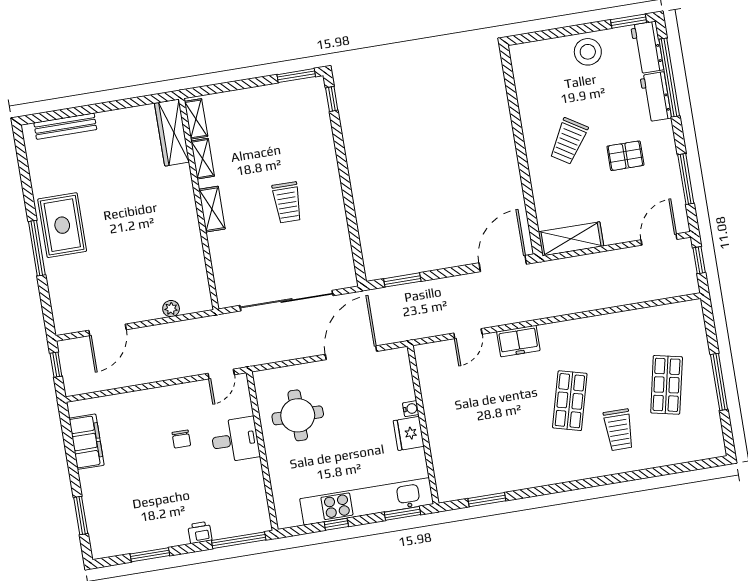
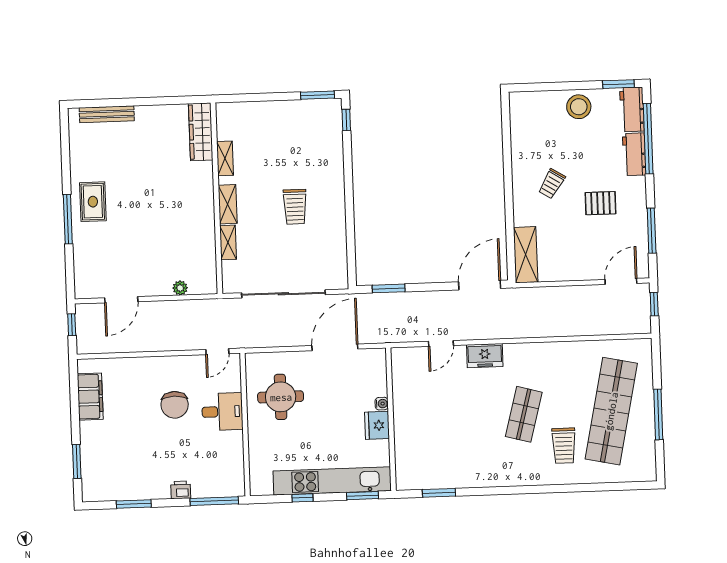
shelving: (196, 119) -> (228, 242), moved
trolley: (569, 141) -> (552, 184), width x0.73, depth x0.72
rug: (62, 225) -> (93, 202), width x0.73, depth x0.70
shelving: (571, 239) -> (526, 255), moved, turned 90
shop shelf: (667, 385) -> (611, 411), width x2.00, depth x1.36
chair: (181, 439) -> (175, 405), width x1.87, depth x1.87

